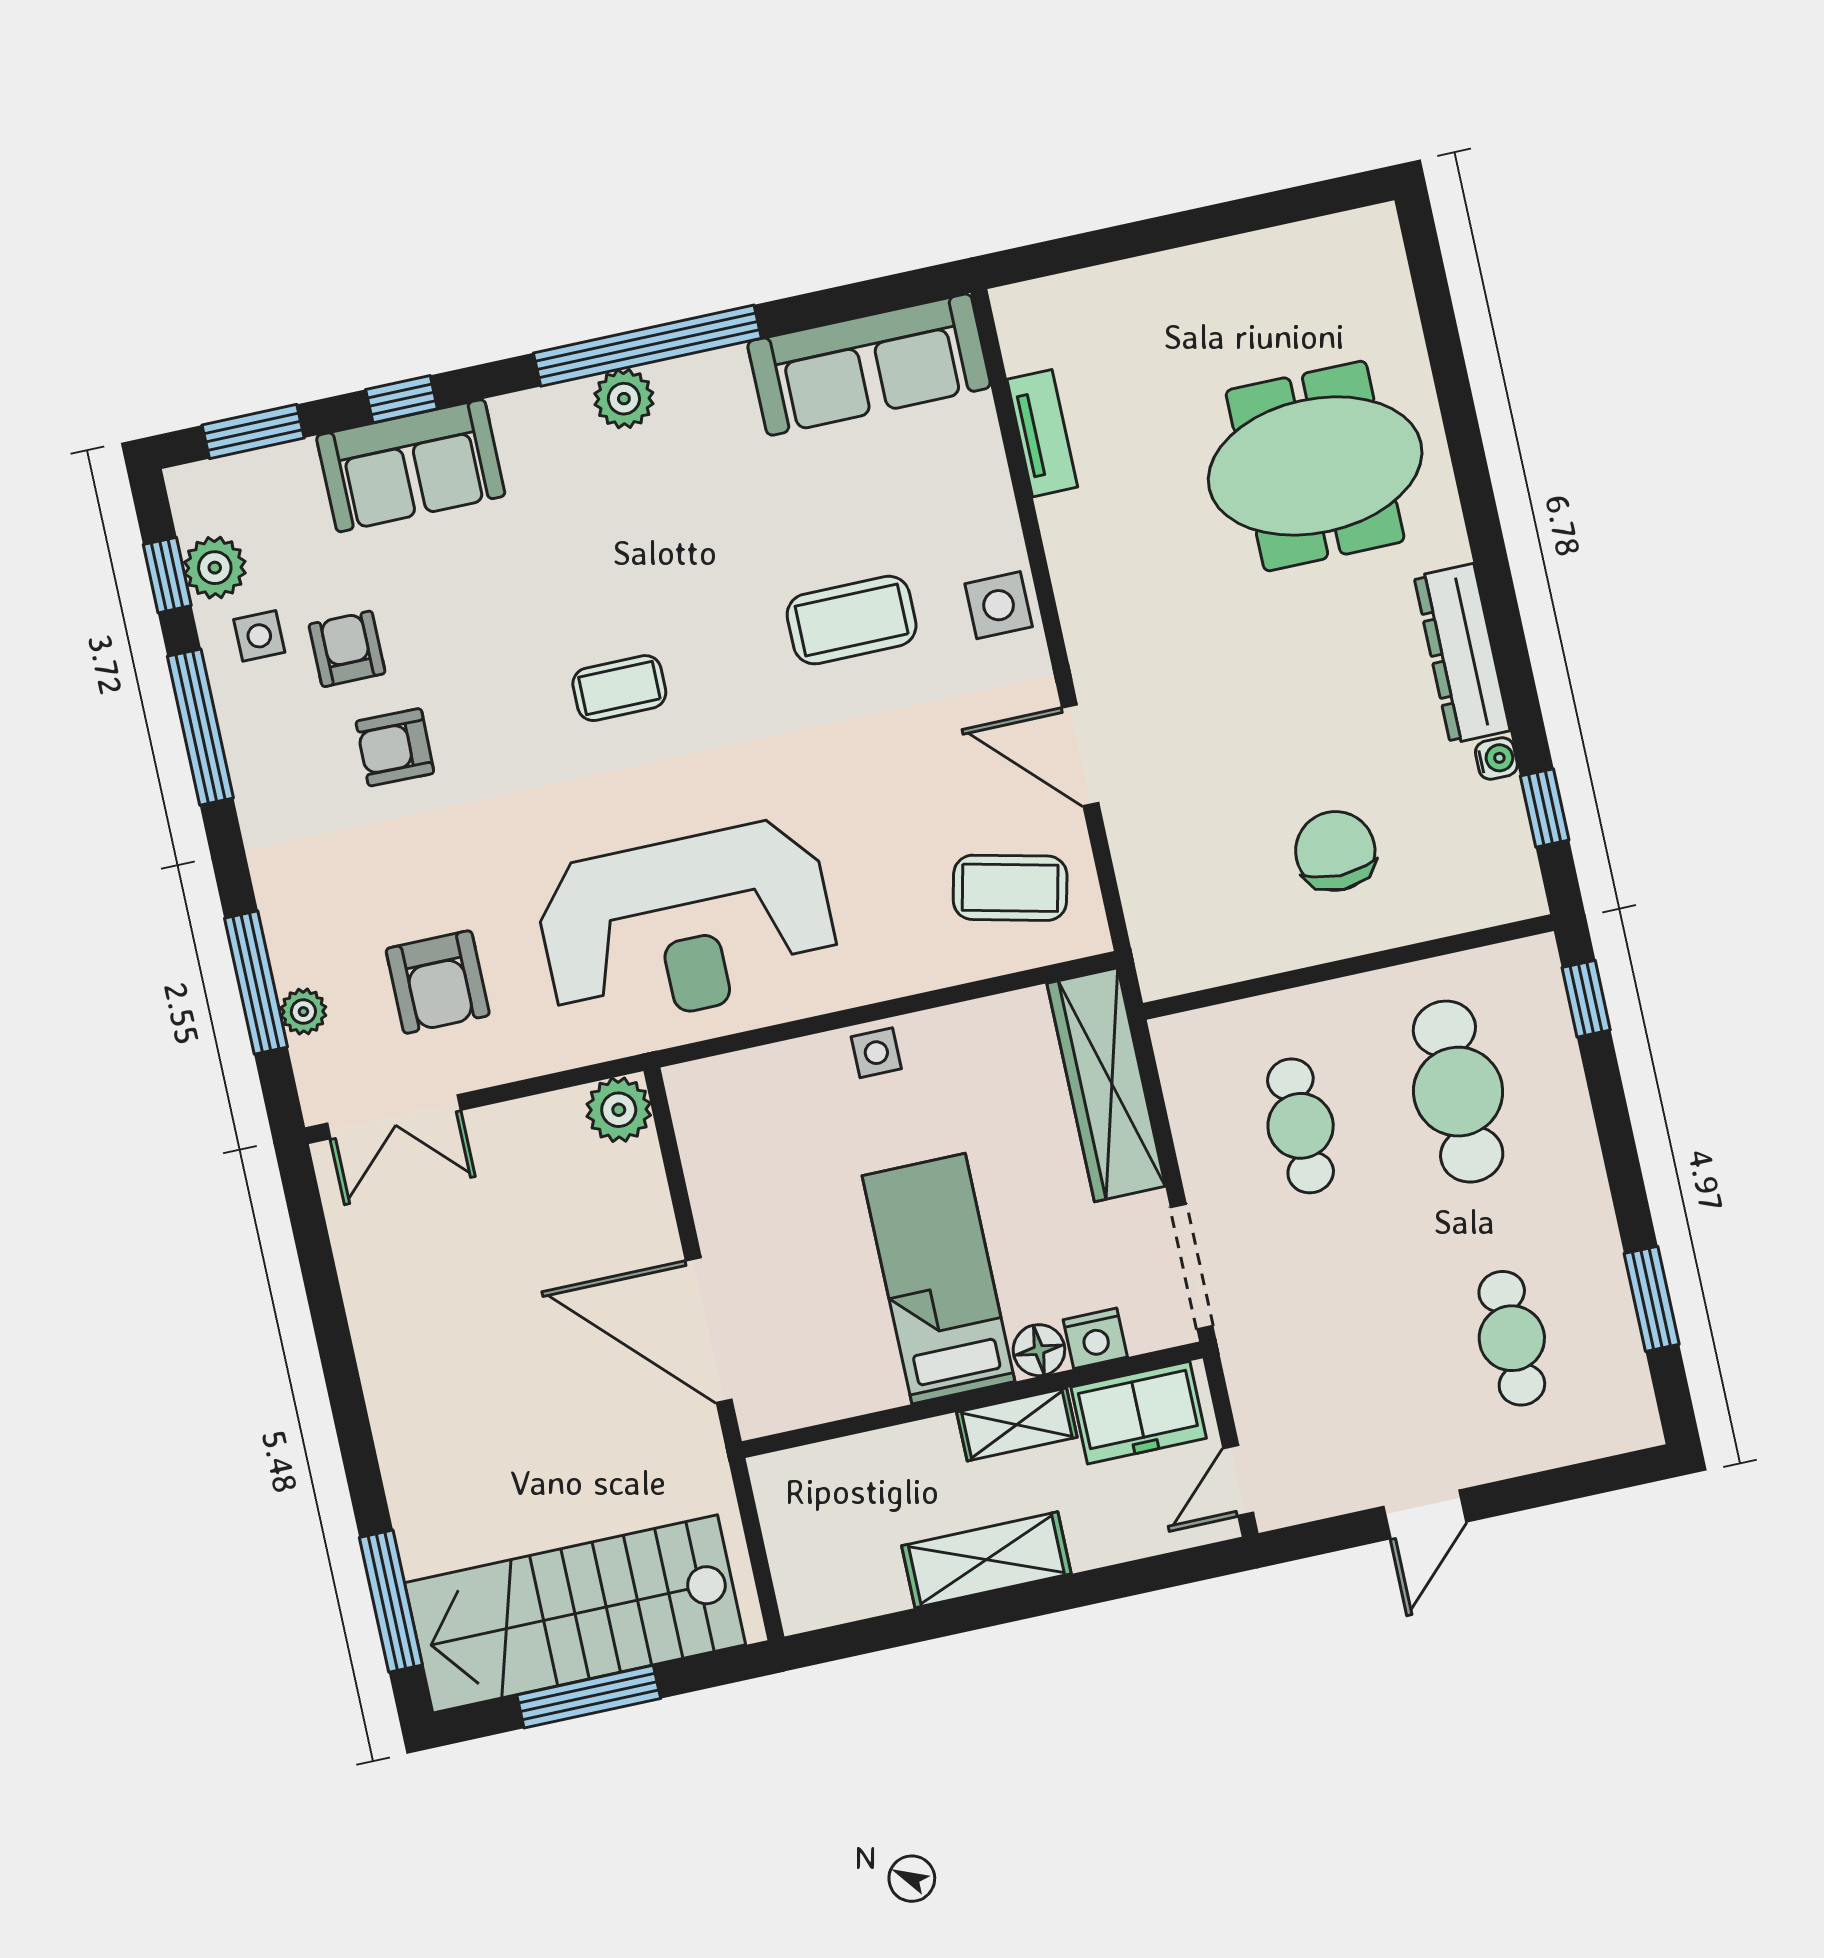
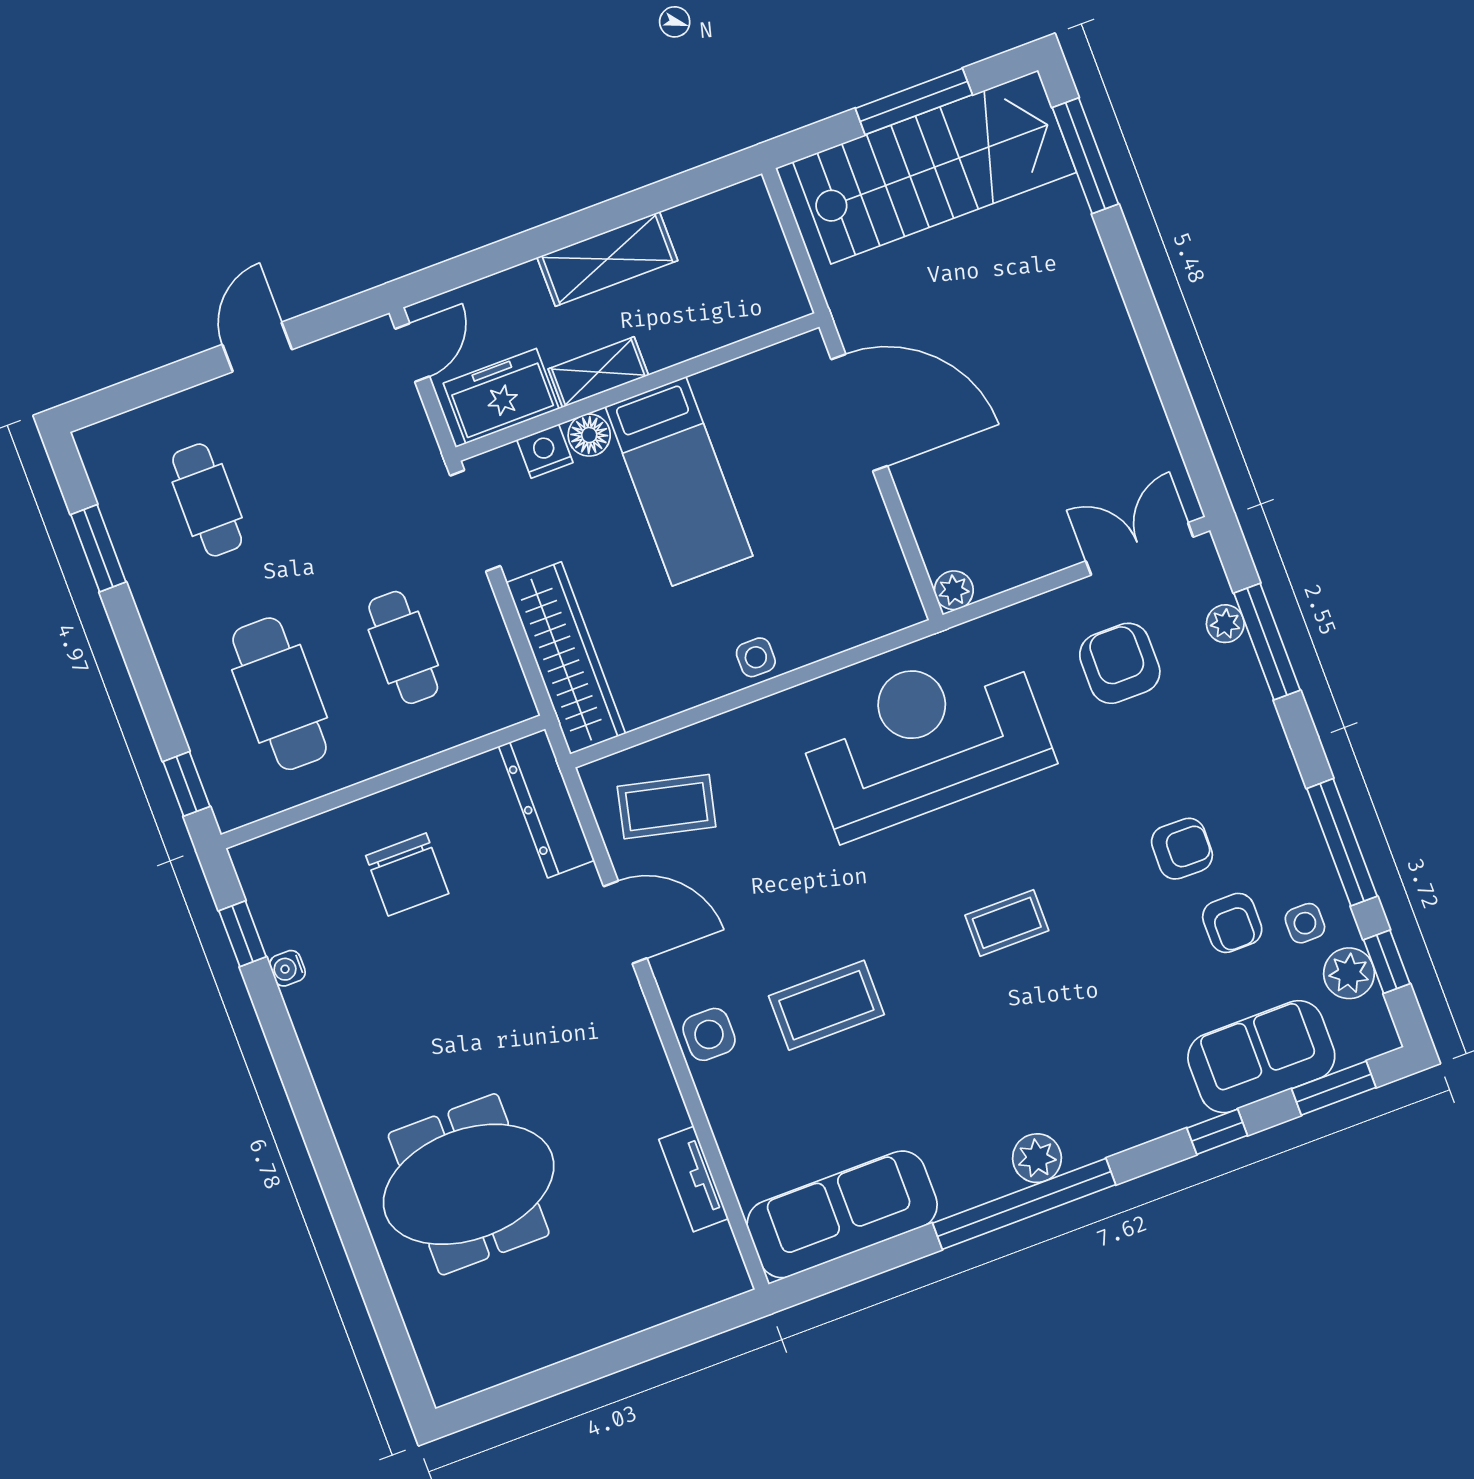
sofa: (411, 466) -> (1261, 1057), moved
dresser: (1462, 654) -> (547, 803), moved, turned 180
plant: (619, 1110) -> (954, 590), width x0.73, depth x0.73

